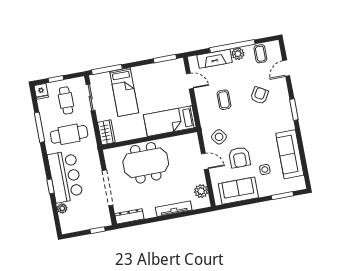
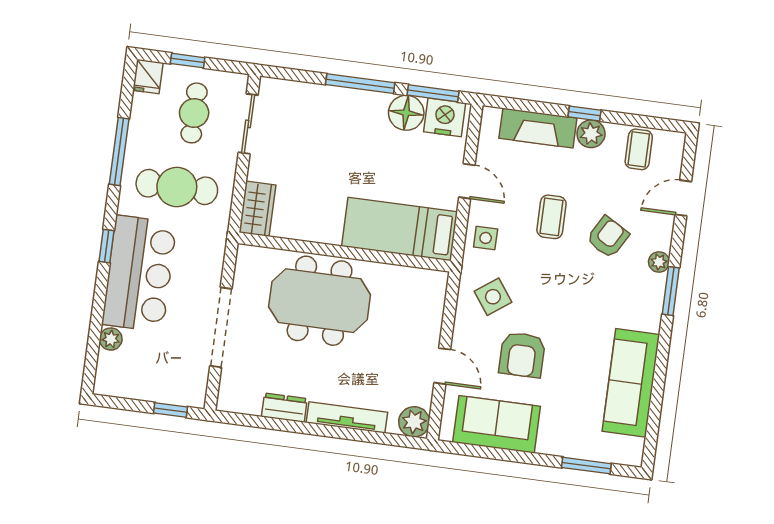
window: (232, 46) -> (585, 114), width x0.32
nightstand: (173, 67) -> (445, 117), added
window: (107, 69) -> (360, 84), moved
floor lamp: (156, 71) -> (406, 113), added
door: (190, 81) -> (467, 181), moved
bed: (124, 92) -> (323, 136), removed
plant: (285, 99) -> (659, 262), added
coffee table: (224, 100) -> (551, 217), moved
door: (205, 161) -> (442, 366), moved
side table: (265, 169) -> (486, 238), moved
window: (51, 186) -> (107, 246), moved
plant: (201, 191) -> (414, 422), moved
dresser: (129, 216) -> (284, 408), moved, width x0.70

